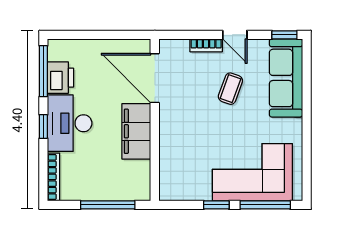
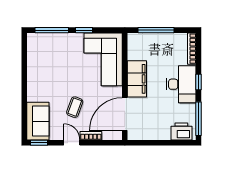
printer: (61, 78) -> (181, 131), moved, turned 90
door: (155, 78) -> (125, 114), swing flipped
sofa: (286, 78) -> (38, 121), width x0.73
corner sofa: (252, 172) -> (103, 59), moved, turned 90

